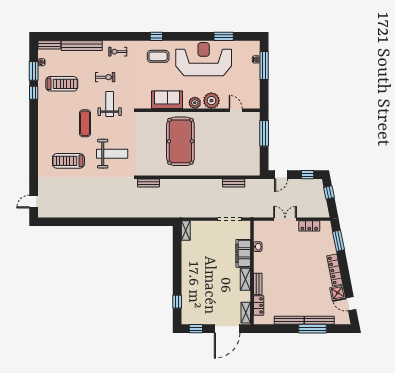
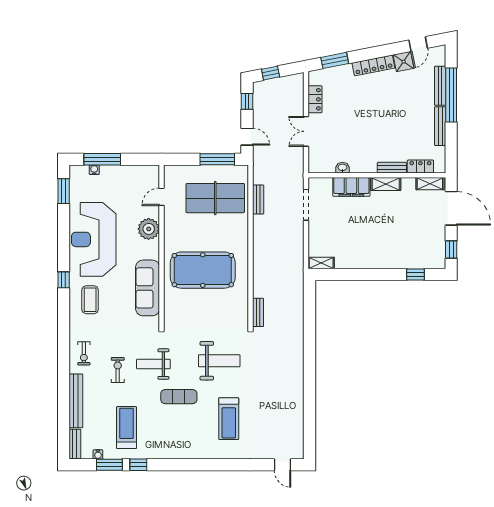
window: (156, 36) -> (64, 280), moved
window: (224, 36) -> (64, 191), moved
sofa: (167, 100) -> (148, 288), width x1.36
plant: (195, 103) -> (152, 251), removed
window: (264, 133) -> (217, 159), moved
table tennis table: (235, 151) -> (215, 198), added
weight bench: (112, 154) -> (219, 361), turned 90
window: (312, 329) -> (451, 95), width x1.46

